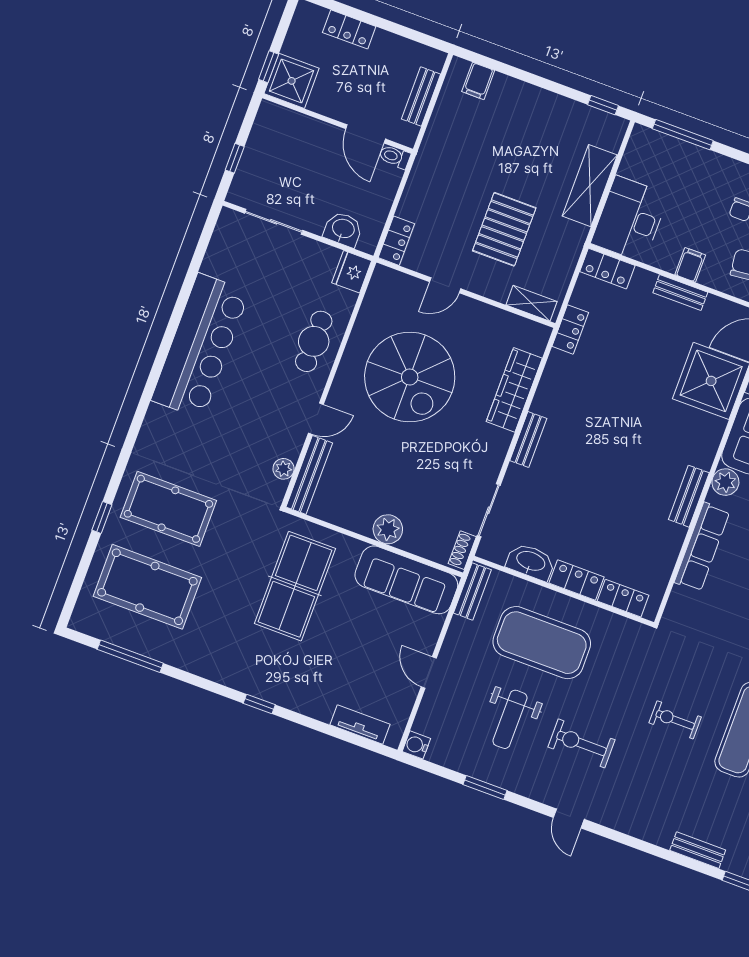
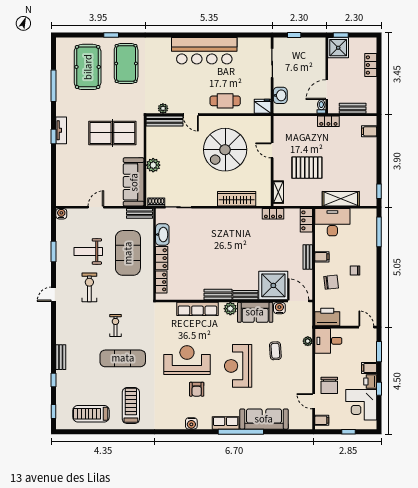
locker: (396, 241) -> (328, 121), moved
bench: (528, 439) -> (245, 295), moved
window: (130, 656) -> (54, 86), moved
tv unit: (360, 724) -> (61, 130), moved

